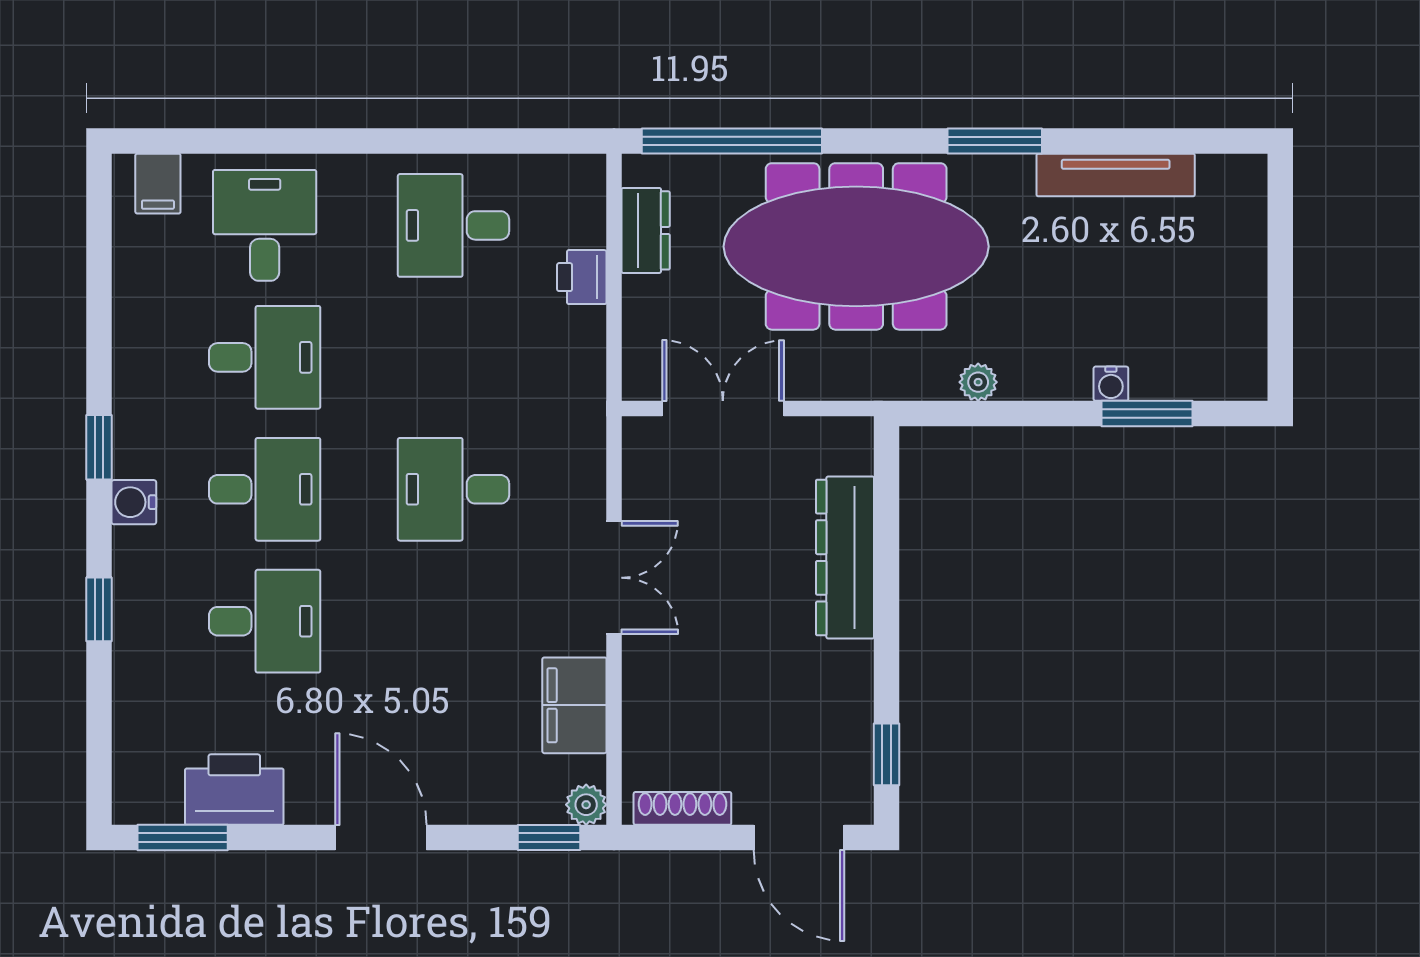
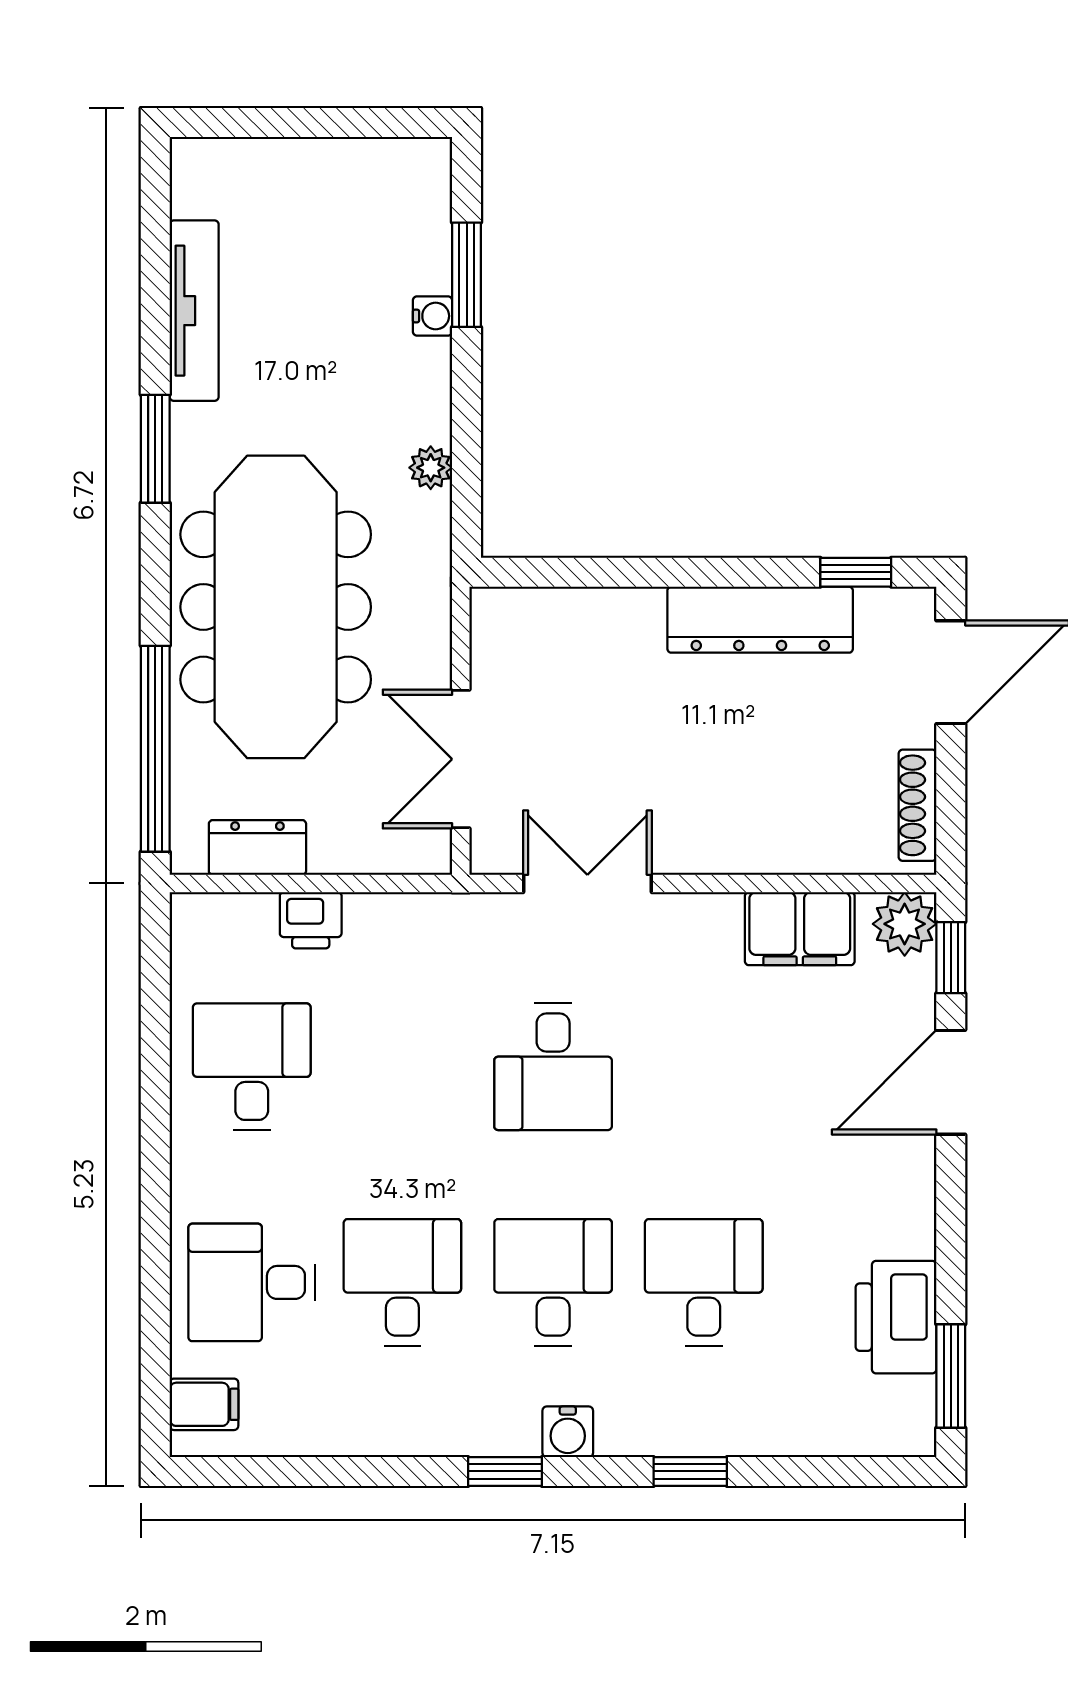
desk: (454, 225) -> (252, 1067), turned 180
dresser: (845, 558) -> (760, 620), moved
double door: (614, 578) -> (587, 883), moved
plant: (586, 805) -> (905, 924), width x1.38, depth x1.38
door: (381, 838) -> (951, 1082), moved

